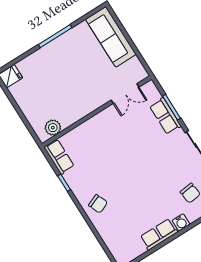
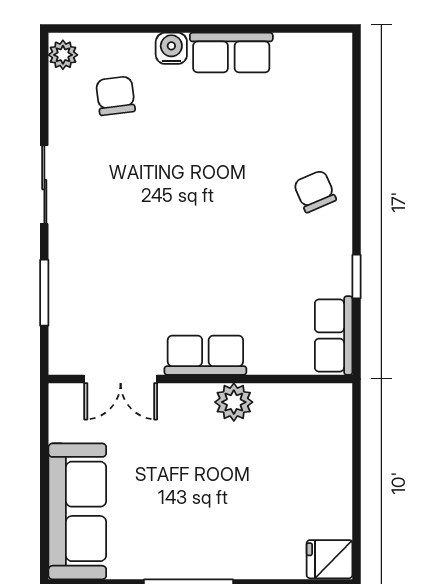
double door: (125, 94) -> (121, 379), swing flipped
row of seats: (165, 116) -> (205, 355), moved, turned -90
plant: (53, 128) -> (234, 402), moved

